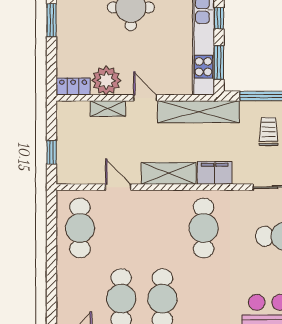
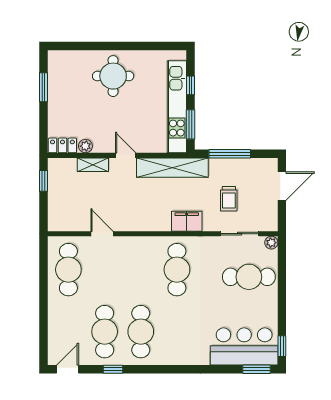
plant: (106, 80) -> (85, 146), width x0.53, depth x0.53
trolley: (269, 132) -> (229, 199), moved, turned 180
window: (52, 152) -> (44, 181), moved
shelving: (169, 173) -> (146, 222), removed

